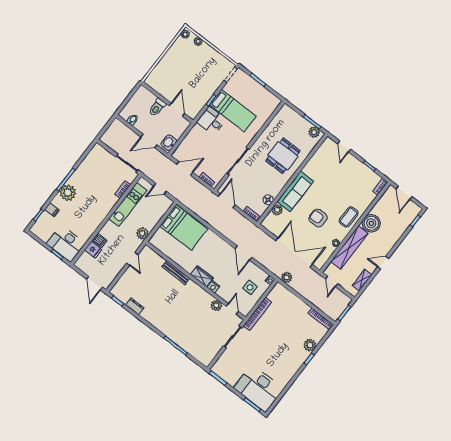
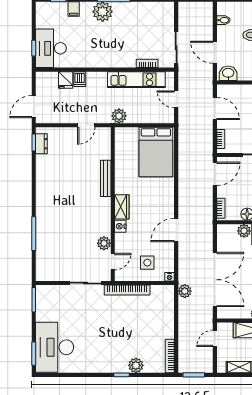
dresser: (135, 306) -> (41, 144), moved

